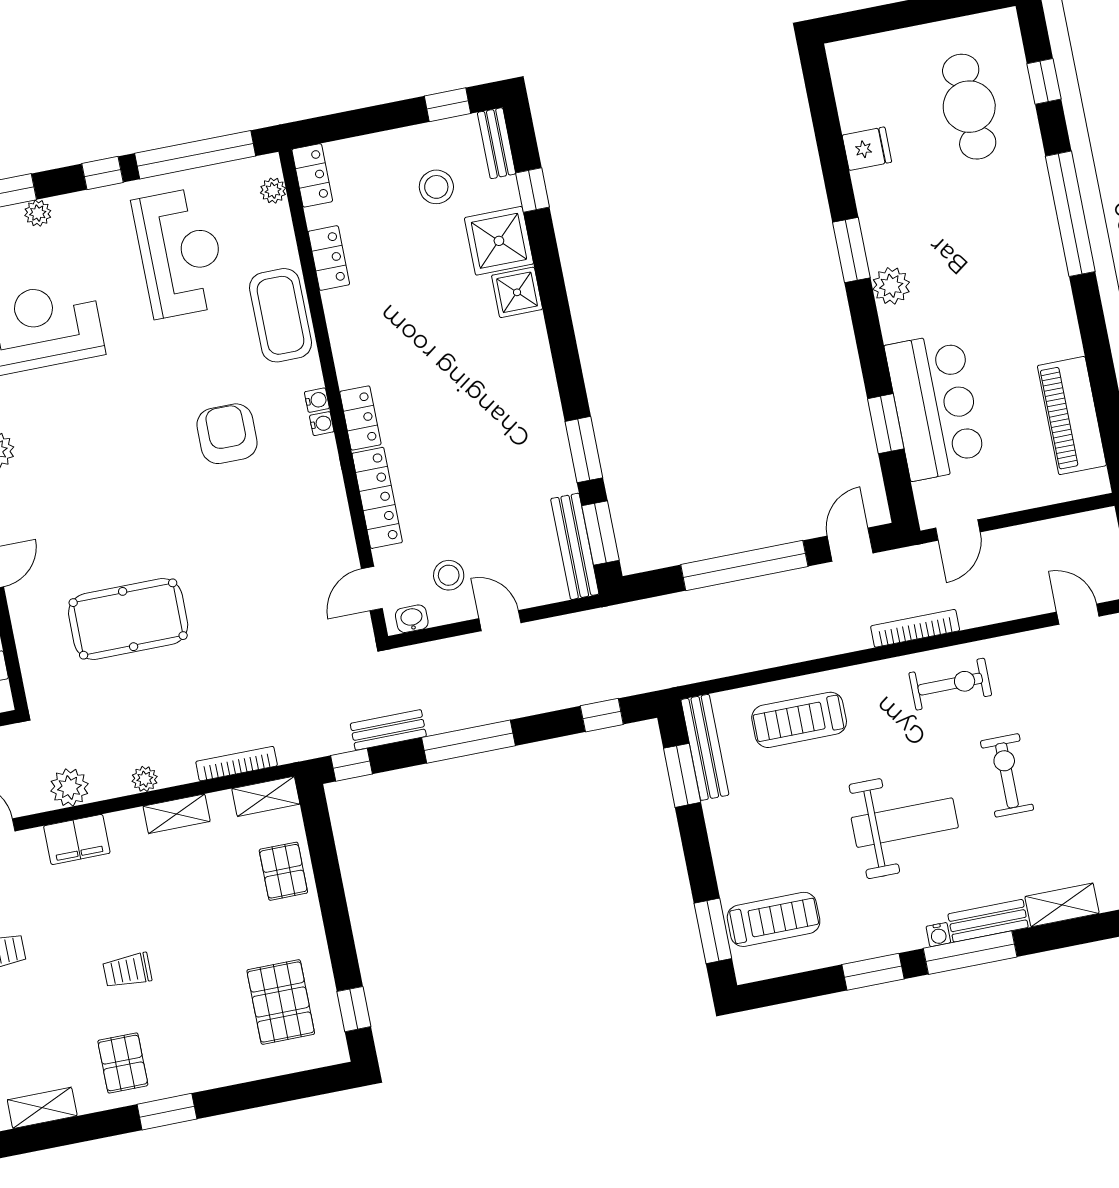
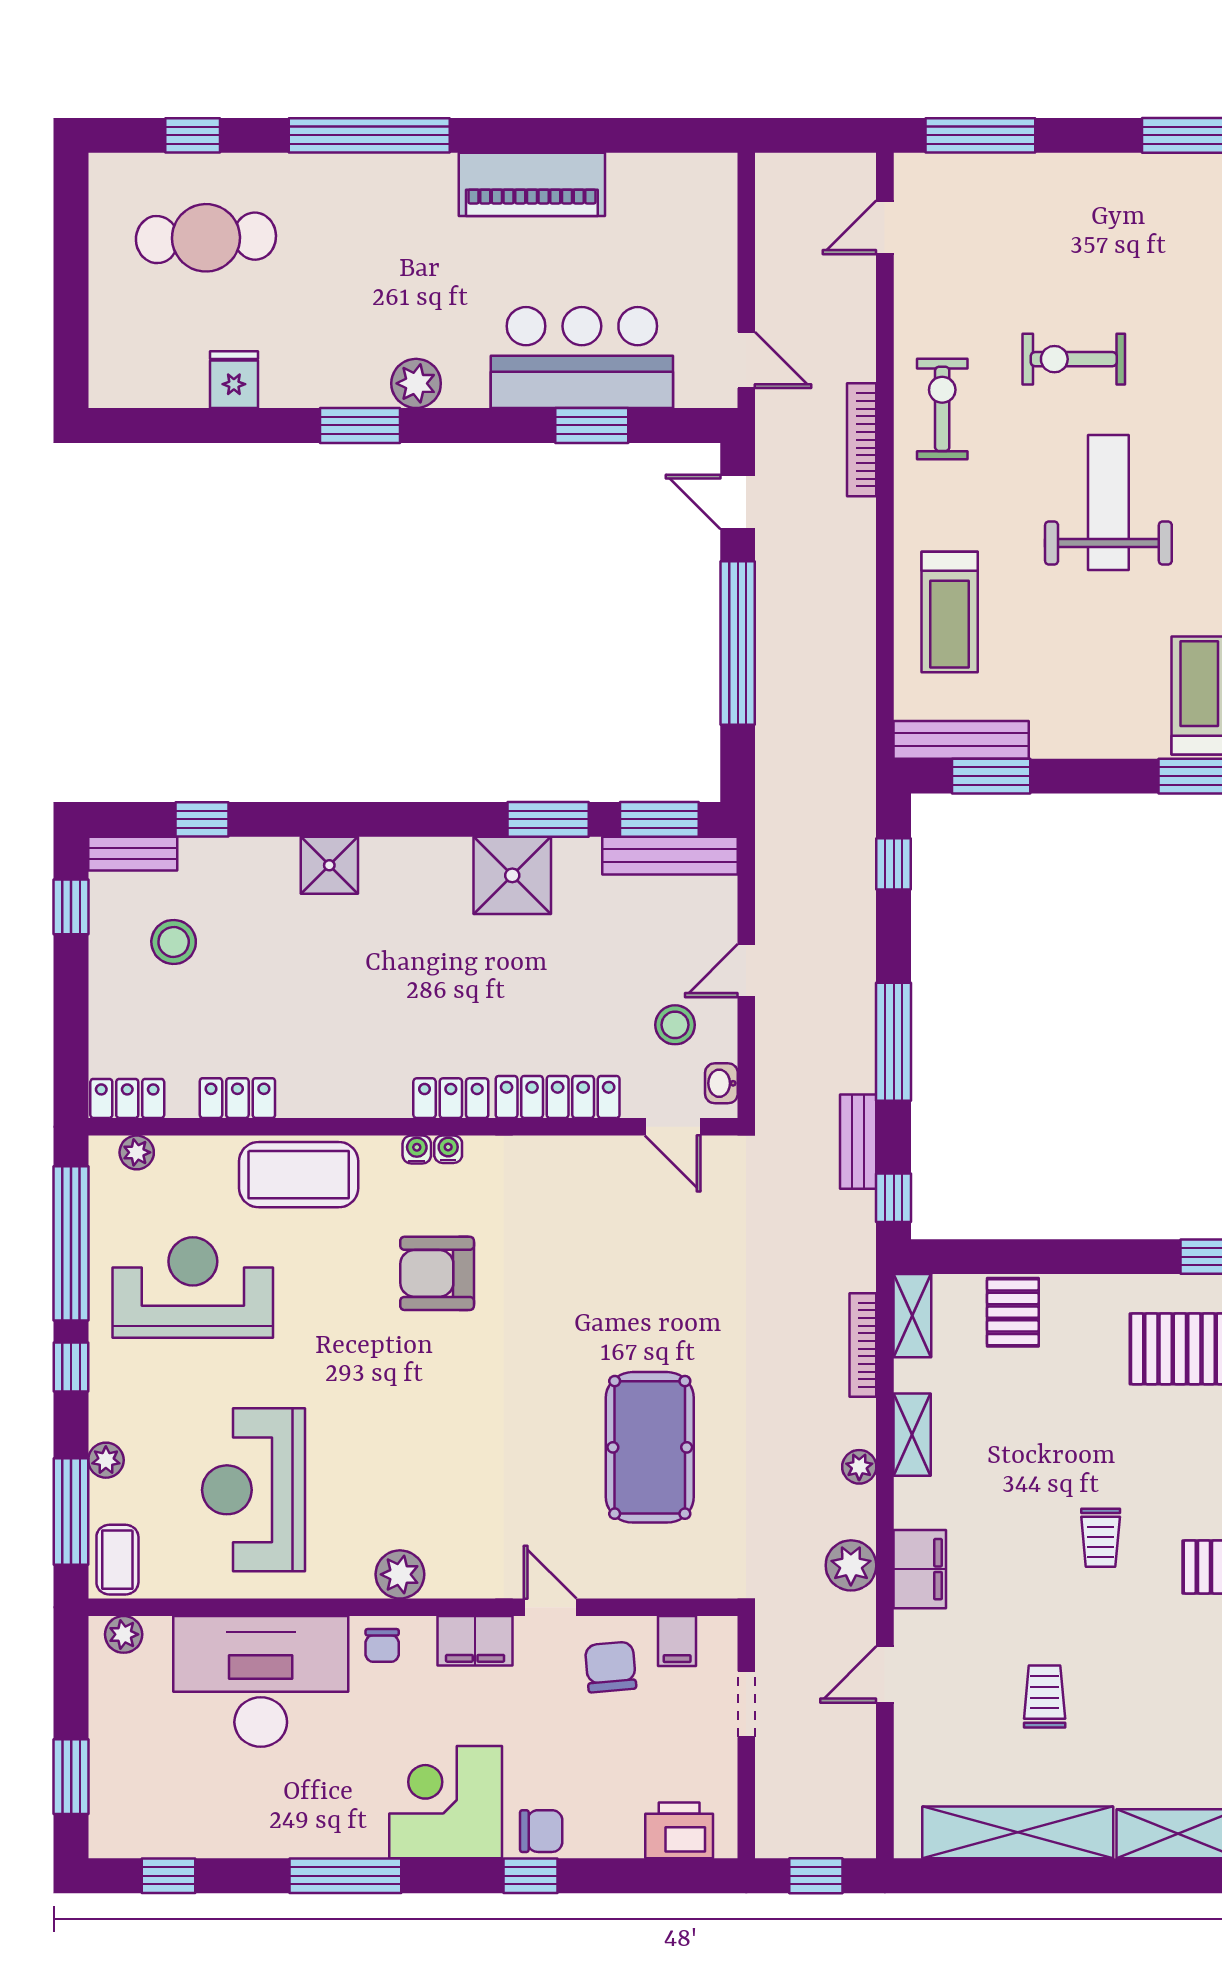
shower: (499, 241) -> (512, 875), moved
piano: (1072, 416) -> (532, 184), moved
pallet: (283, 871) -> (1013, 1312), turned 90

